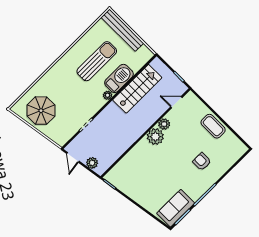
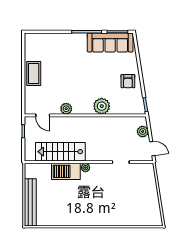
sun lounger: (97, 61) -> (69, 199), removed
parasol: (41, 111) -> (142, 203), removed
plant: (155, 137) -> (102, 106), moved
door: (73, 157) -> (152, 149), hinge flipped
armchair: (202, 162) -> (128, 81), moved
sofa: (176, 208) -> (110, 43), width x1.36

